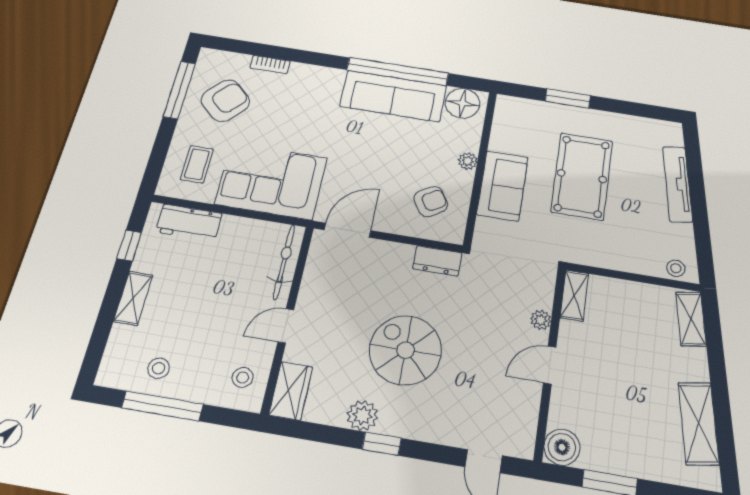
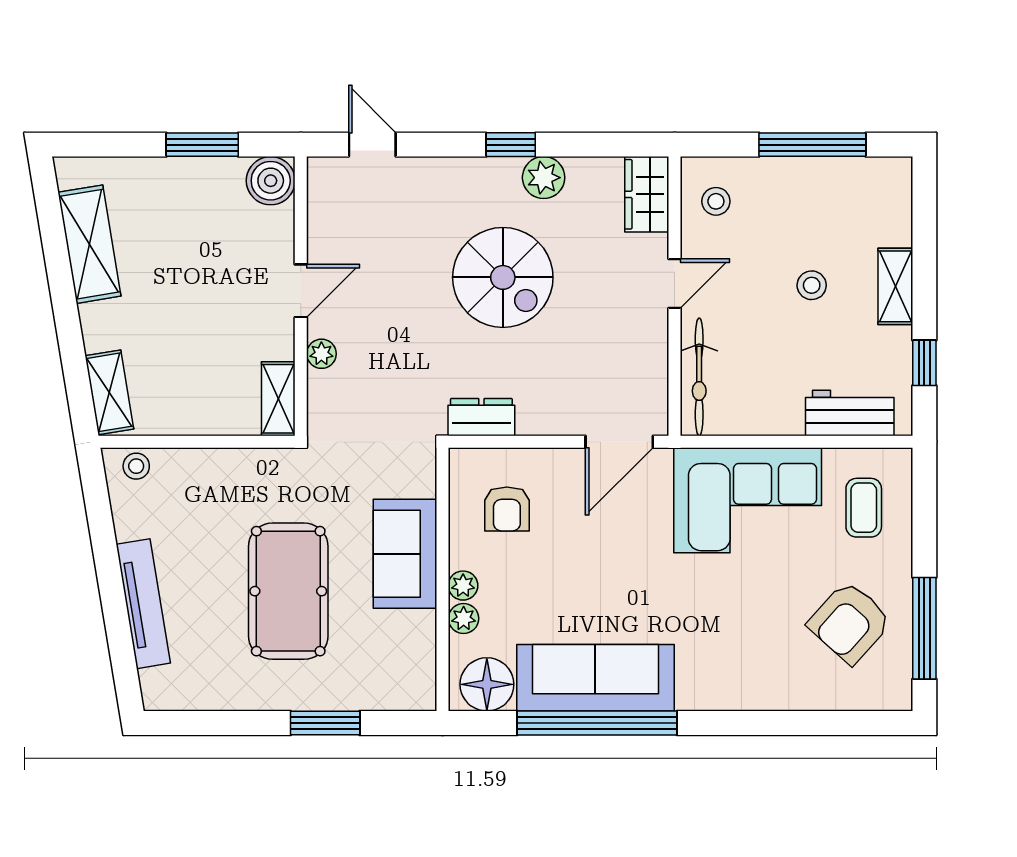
bookcase: (270, 65) -> (798, 699), removed
plant: (471, 142) -> (464, 618), added
armchair: (431, 202) -> (507, 509), turned -58
stool: (159, 368) -> (812, 285), moved

